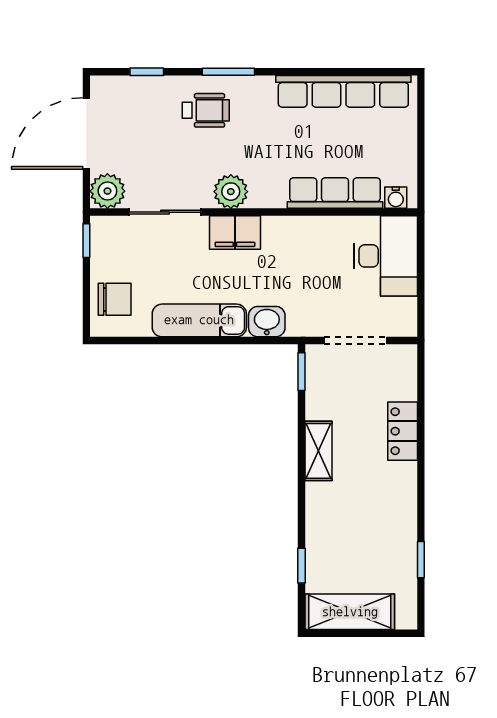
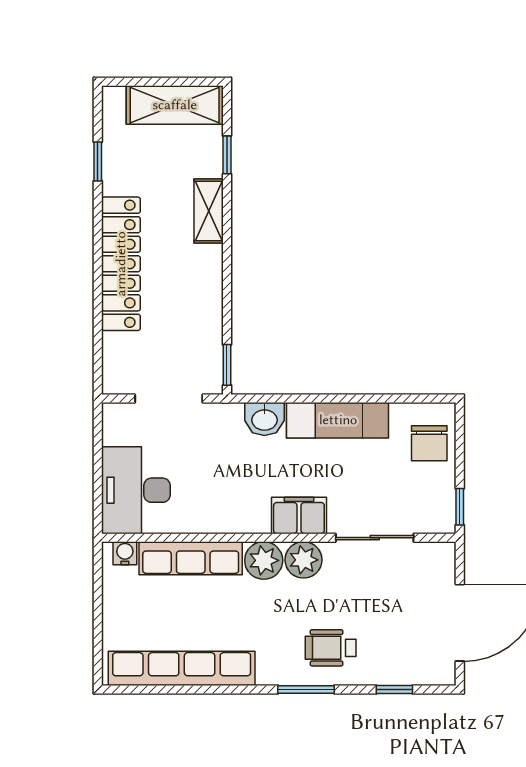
plant: (107, 191) -> (264, 560), moved
chair: (115, 299) -> (429, 443), turned -90
locker: (403, 431) -> (121, 264), width x2.16, depth x1.21
shelving: (318, 451) -> (209, 211), moved

